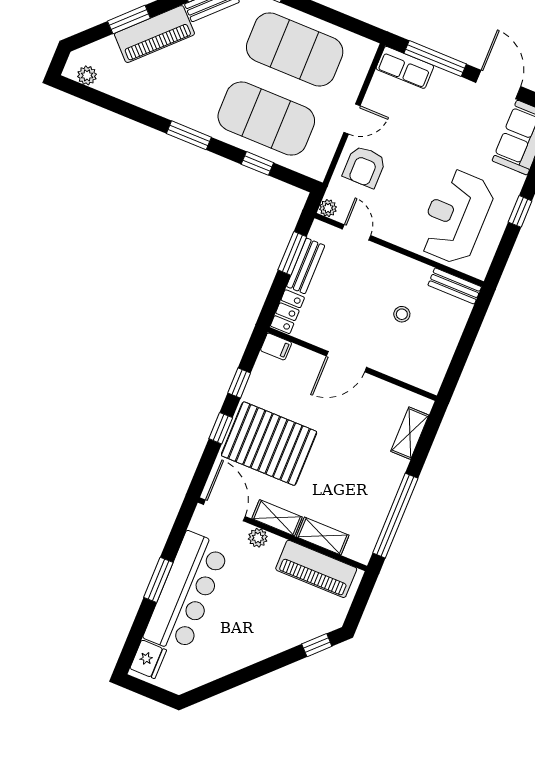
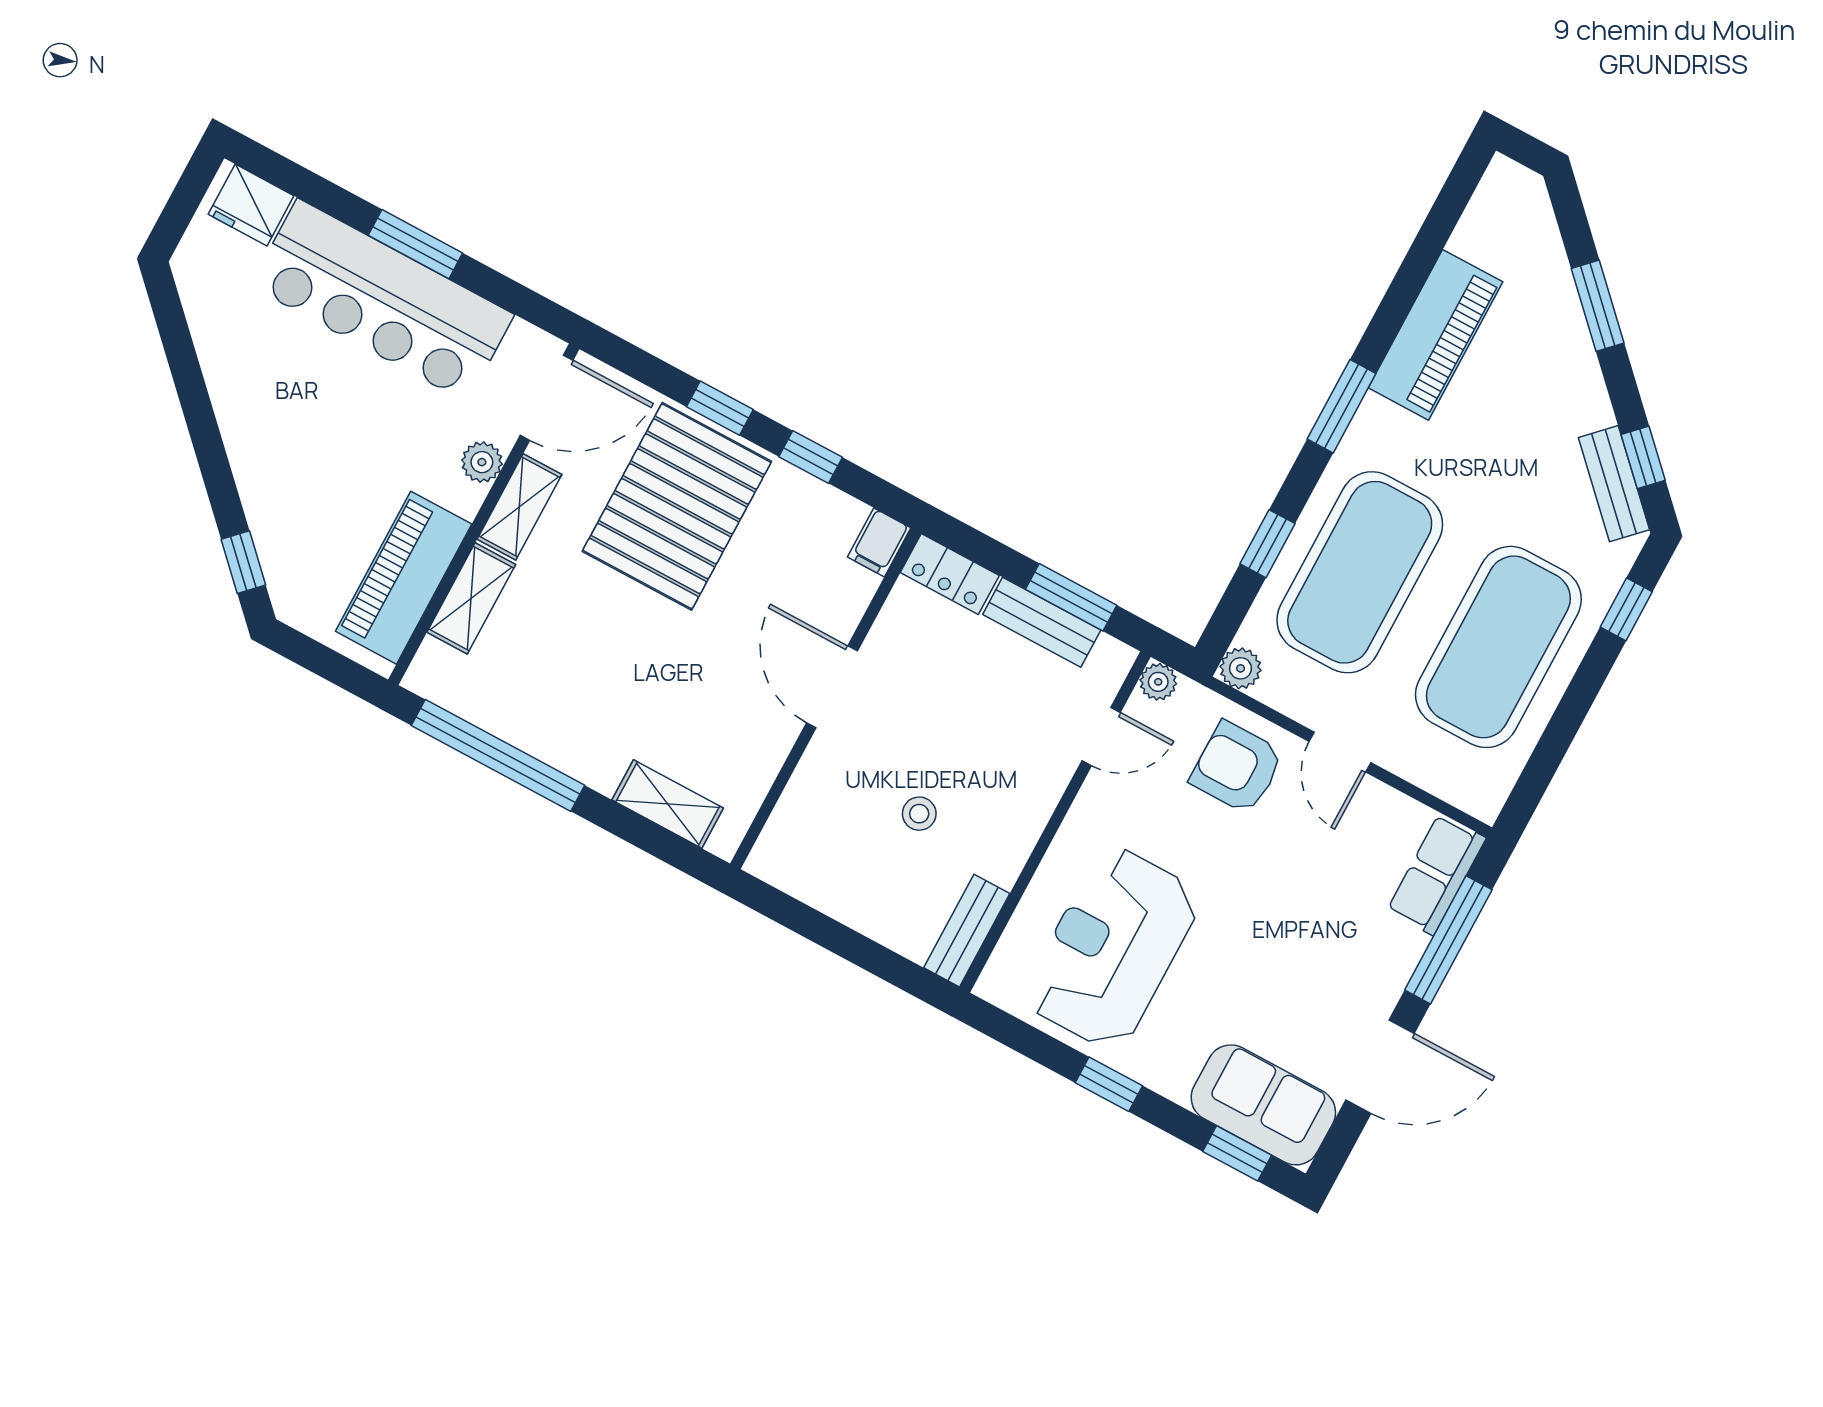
piano: (154, 34) -> (1436, 335), moved, turned -135
plant: (87, 75) -> (1241, 668), moved
reception desk: (456, 217) -> (1112, 948), turned -90

